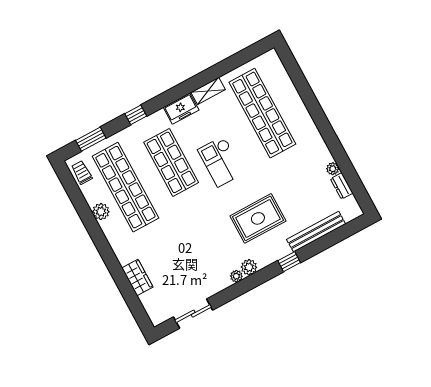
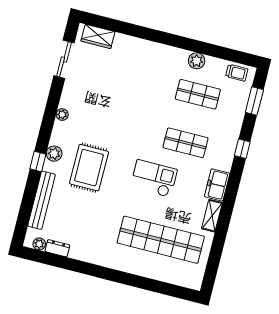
shop shelf: (171, 162) -> (185, 143), width x0.70, depth x0.74
plant: (333, 169) -> (39, 244), moved
shop shelf: (125, 187) -> (198, 94), width x0.50, depth x0.74
plant: (249, 267) -> (54, 154), moved
wardrobe: (137, 277) -> (98, 36), moved

